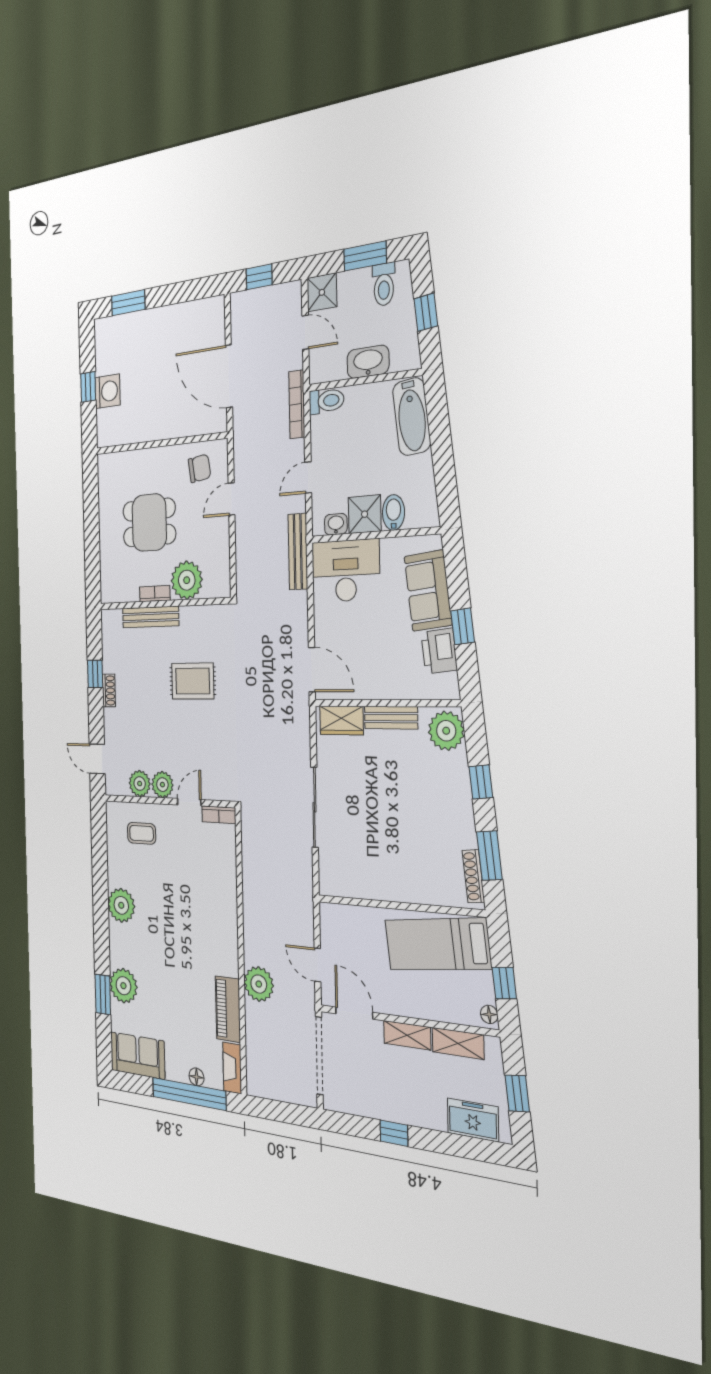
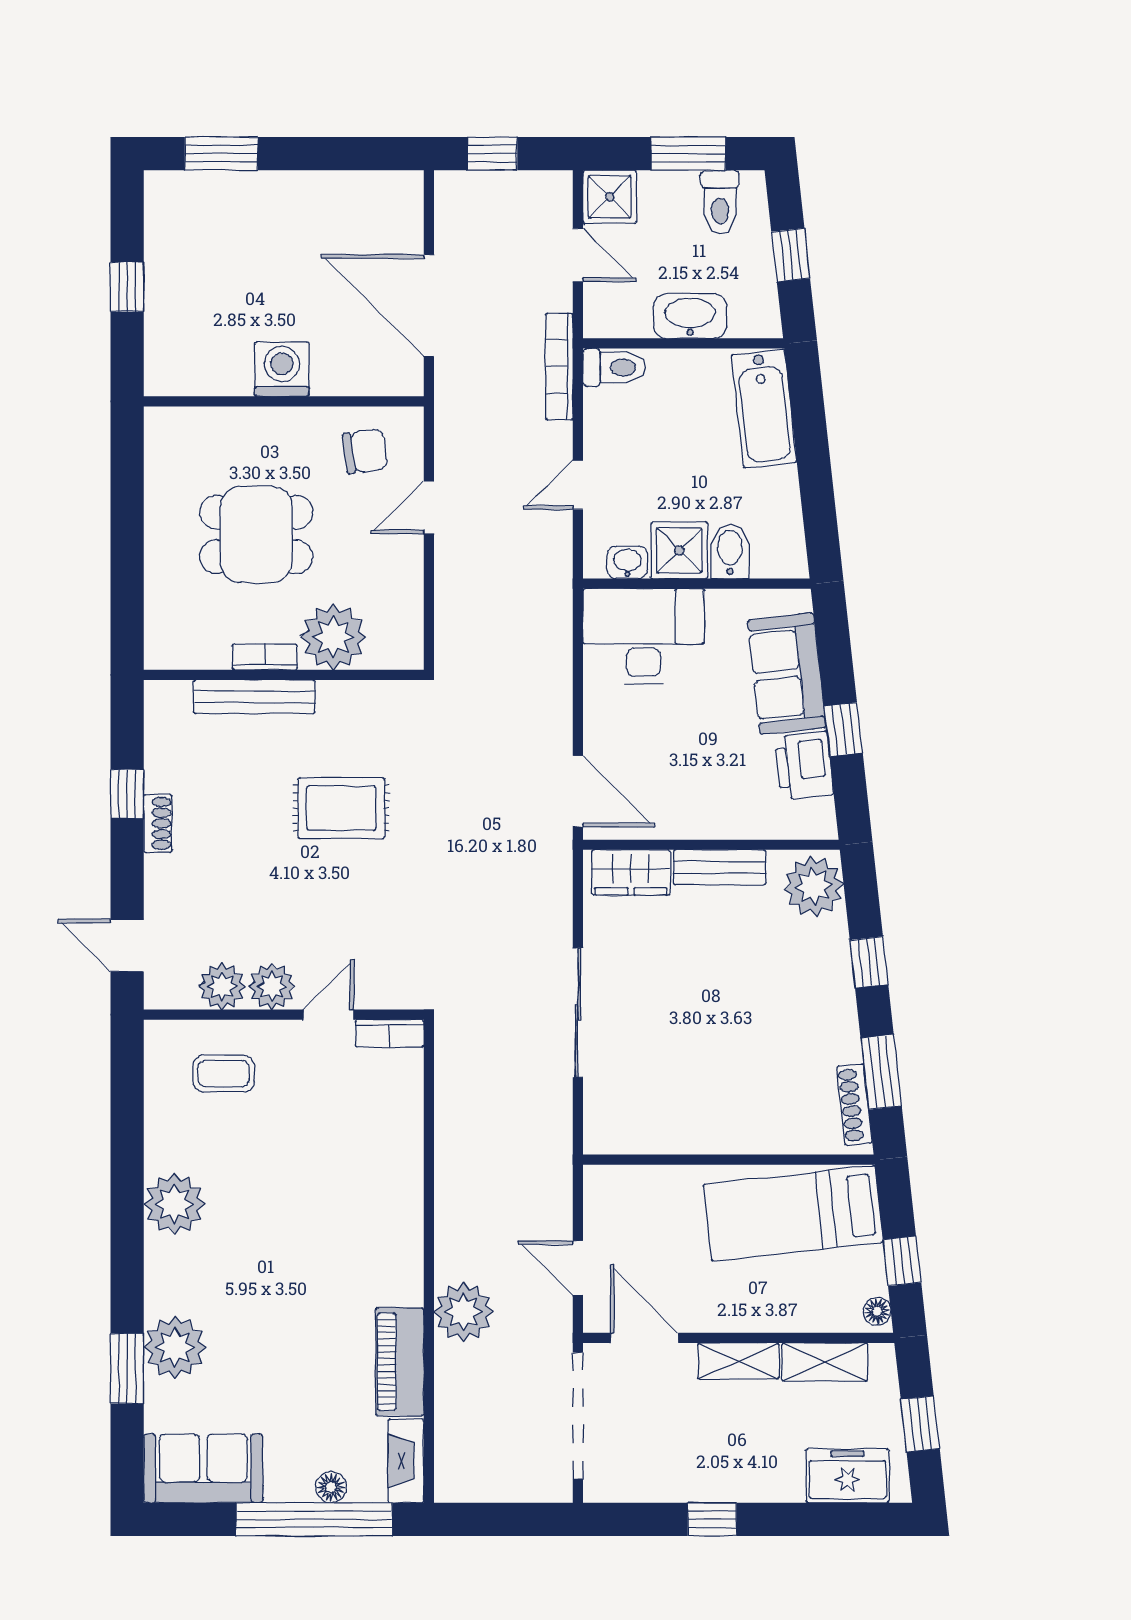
washing machine: (108, 391) -> (282, 369), moved, turned -90
bench: (298, 552) -> (556, 601), removed

